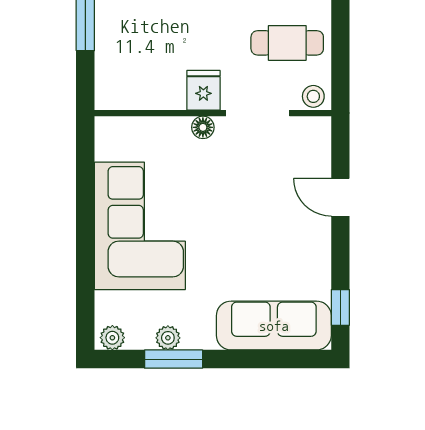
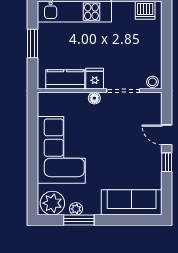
cafe table: (287, 43) -> (139, 54), removed
kitchen counter: (148, 92) -> (65, 79), added
window: (340, 307) -> (167, 162), moved
plant: (112, 338) -> (52, 203), width x1.87, depth x1.87

